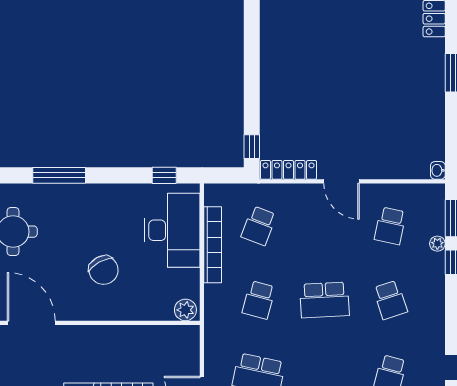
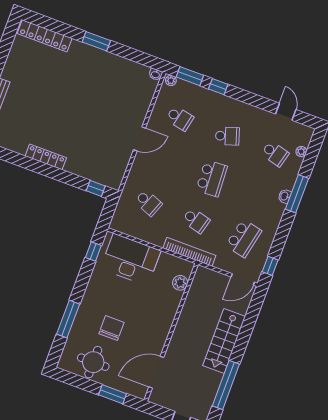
locker: (288, 170) -> (46, 157), moved, turned 90
plant: (437, 244) -> (171, 80), moved
bookcase: (213, 245) -> (189, 252), moved
chair: (104, 270) -> (111, 328), moved, turned -61
plant: (185, 310) -> (180, 283), moved

